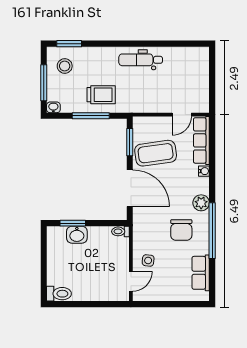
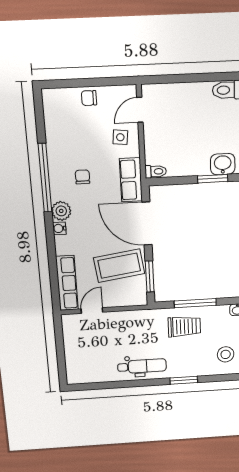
window: (69, 44) -> (184, 380), moved
trolley: (101, 95) -> (184, 327), turned 180
water cooler: (204, 171) -> (59, 228), moved
chair: (181, 230) -> (82, 177), width x0.54, depth x0.54
washbasin: (77, 235) -> (223, 164), moved
row of seats: (201, 273) -> (131, 180), moved, turned 180
chair: (171, 292) -> (89, 98), added

